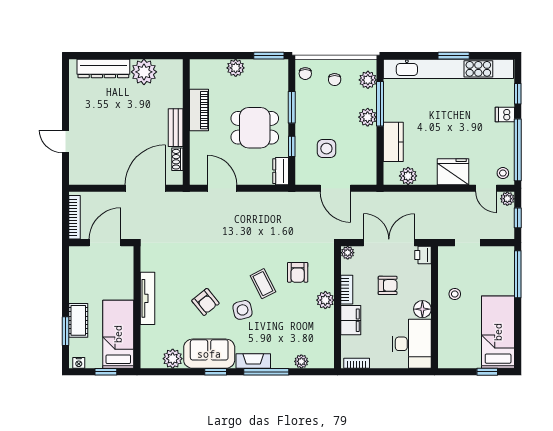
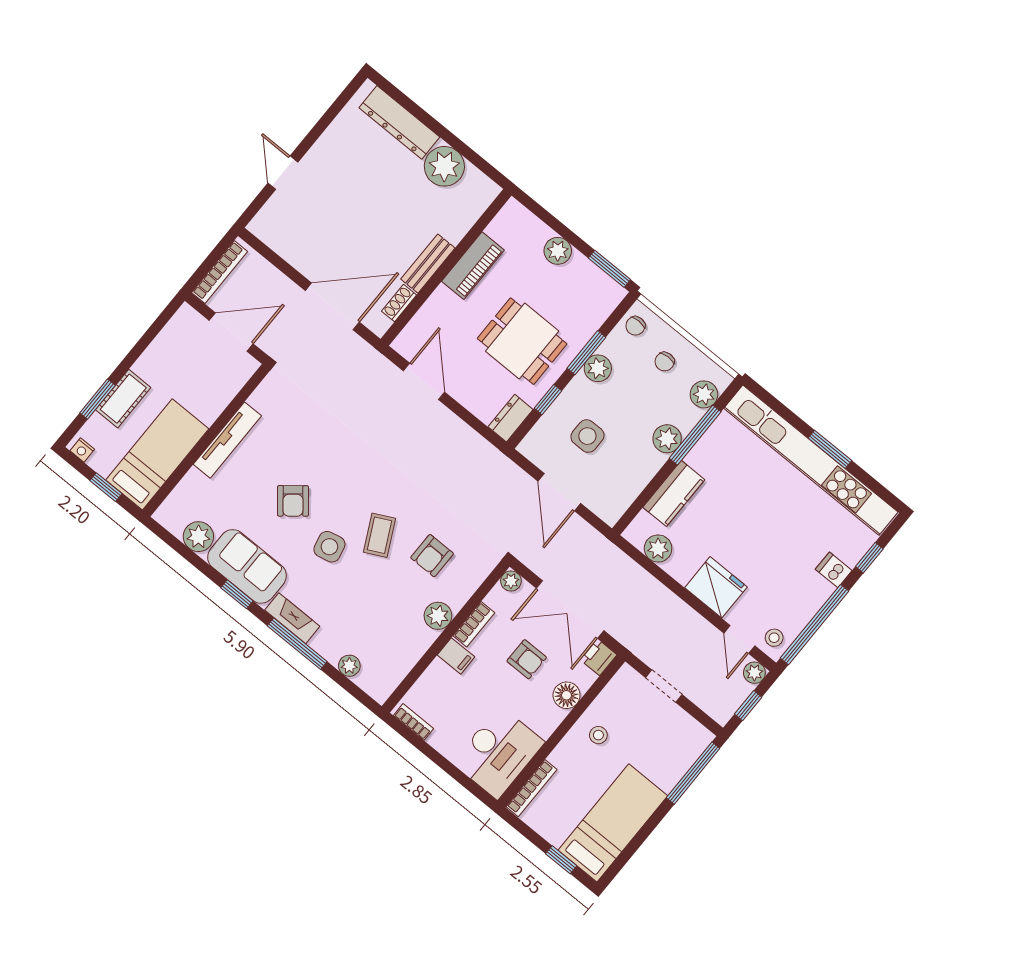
plant: (304, 110) -> (598, 368), added
double door: (389, 243) -> (570, 609), swing flipped
floor lamp: (422, 309) -> (567, 695), moved
filing cabinet: (351, 320) -> (456, 656), width x0.50
bookcase: (443, 348) -> (532, 788), added

